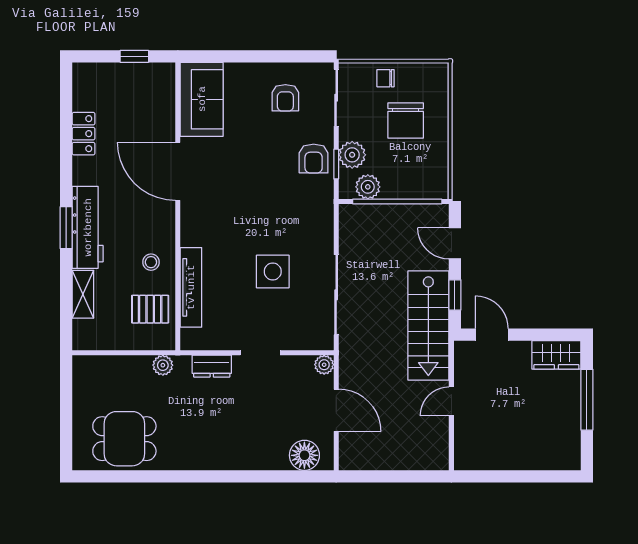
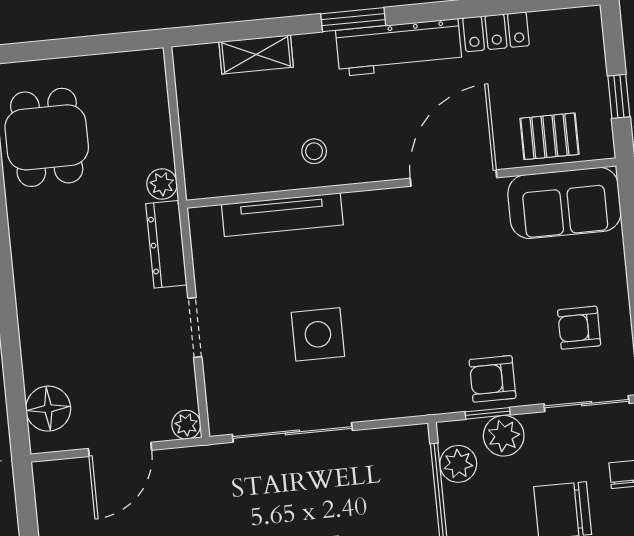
workbench: (88, 227) -> (399, 47), moved
pallet: (150, 309) -> (549, 136), moved, turned 90
dresser: (212, 366) -> (166, 244), width x1.44

